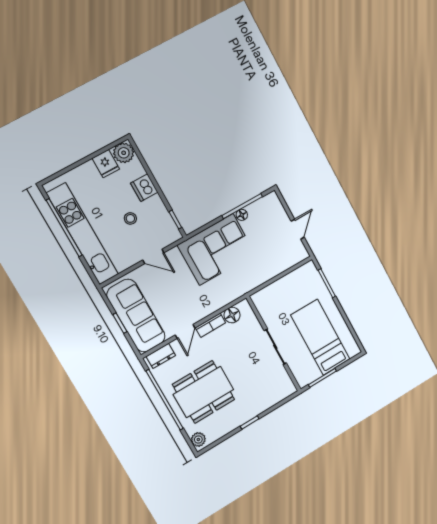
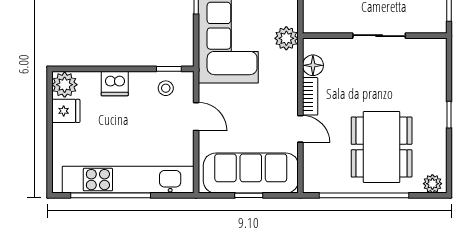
stool: (130, 218) -> (166, 88), moved
door: (153, 256) -> (196, 117), hinge flipped
plant: (240, 287) -> (286, 38), added
dresser: (161, 356) -> (312, 171), removed

